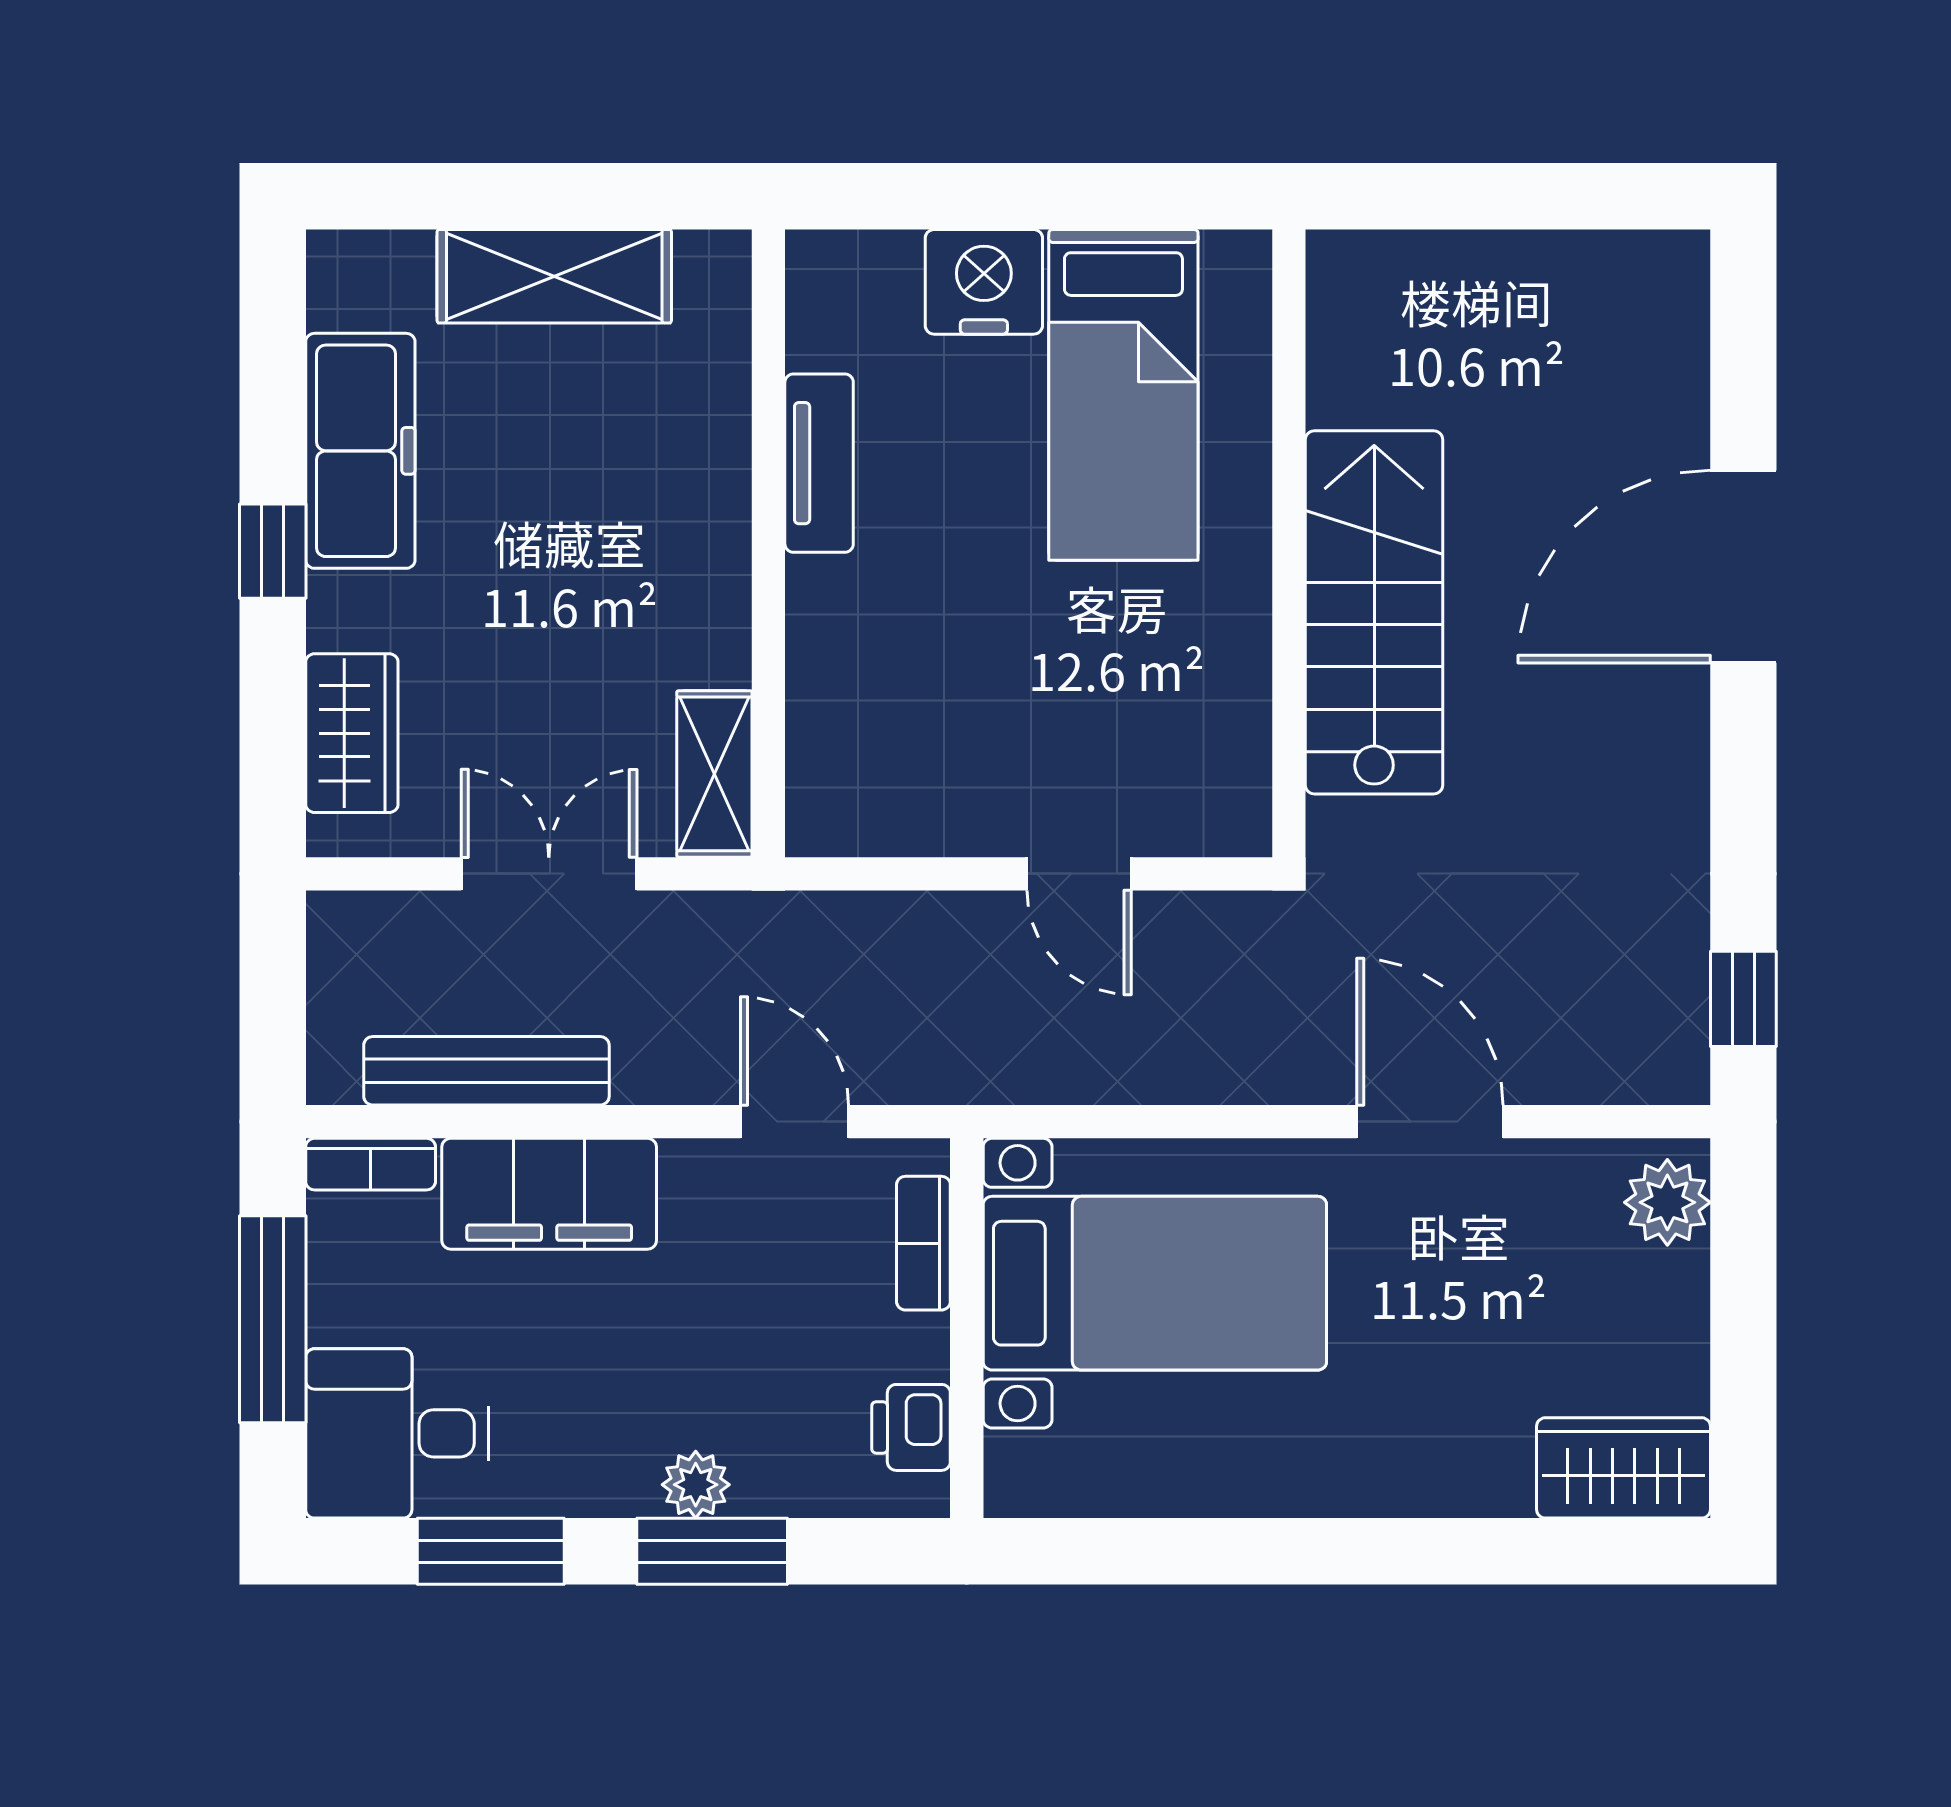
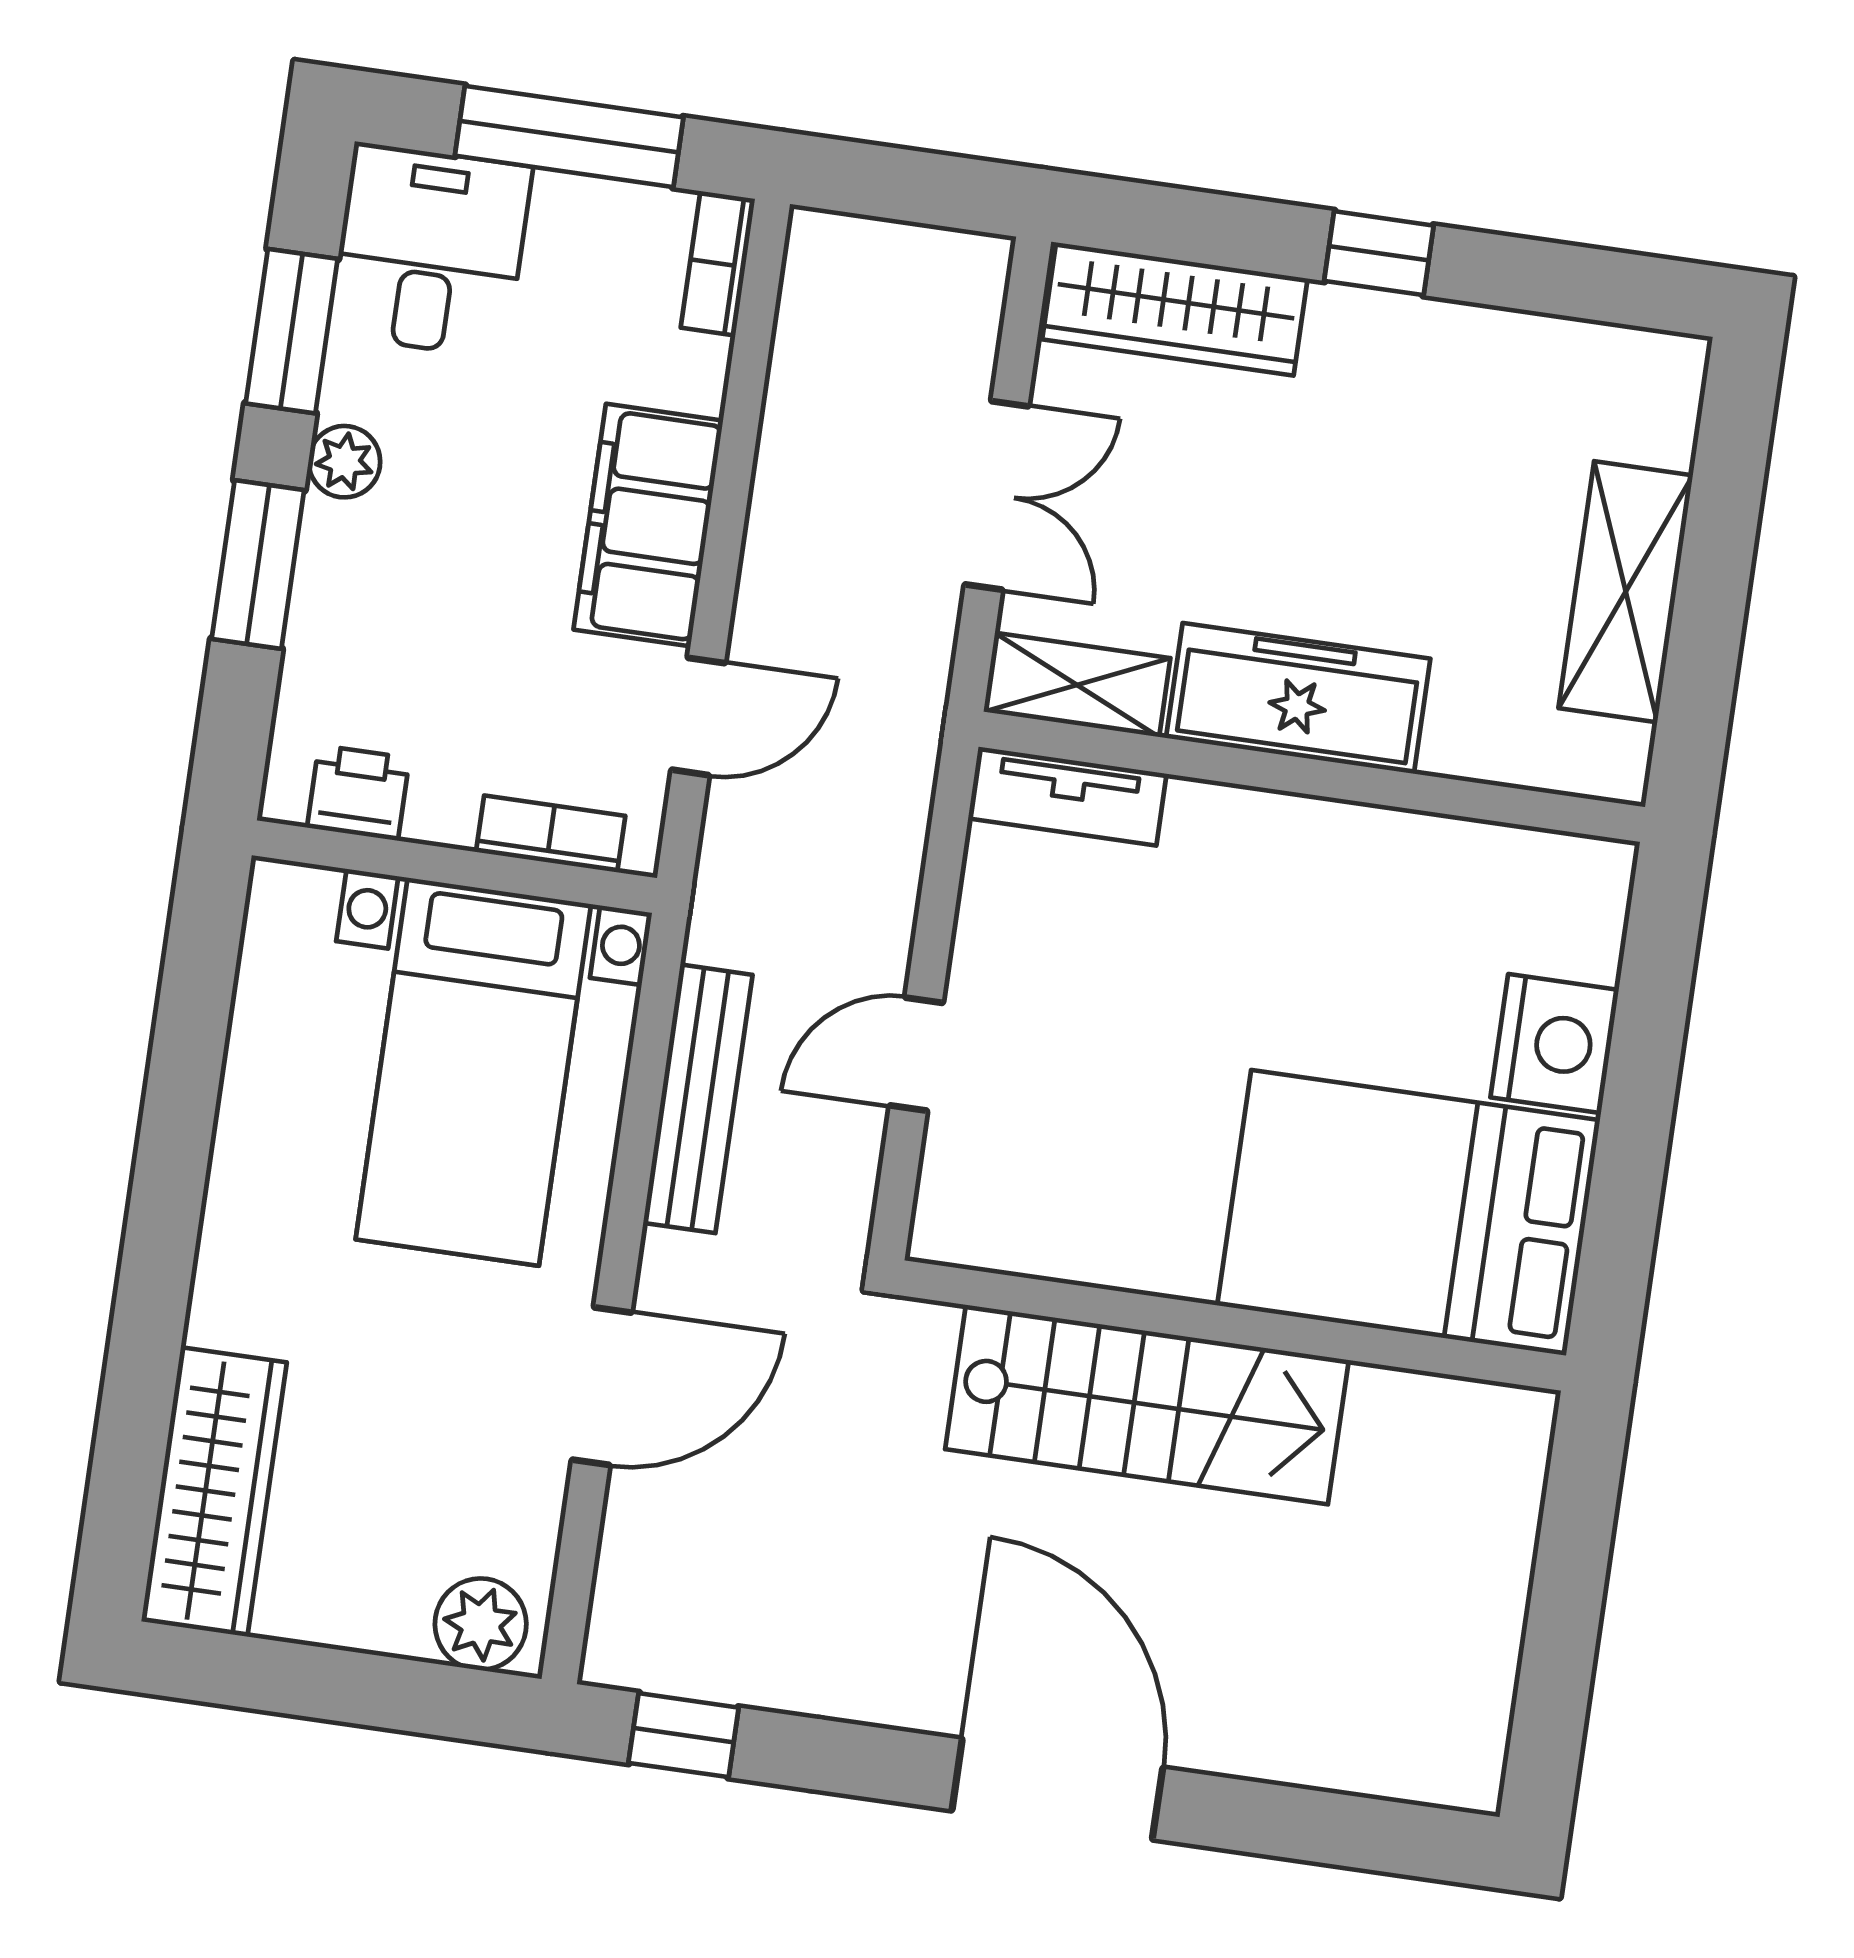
bed: (1123, 395) -> (1409, 1213), width x1.50
freezer: (360, 451) -> (1298, 698), moved, turned 180
tv unit: (819, 463) -> (1067, 796), moved
door: (1743, 567) -> (1057, 1789), moved
wardrobe: (352, 733) -> (1175, 309), width x1.50
bench: (486, 1071) -> (698, 1099), moved
filing cabinet: (549, 1194) -> (648, 525), moved
wardrobe: (1624, 1468) -> (214, 1492), width x1.50
plant: (696, 1485) -> (344, 462), moved

